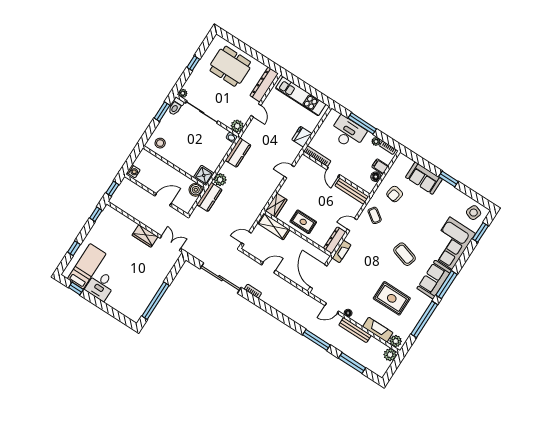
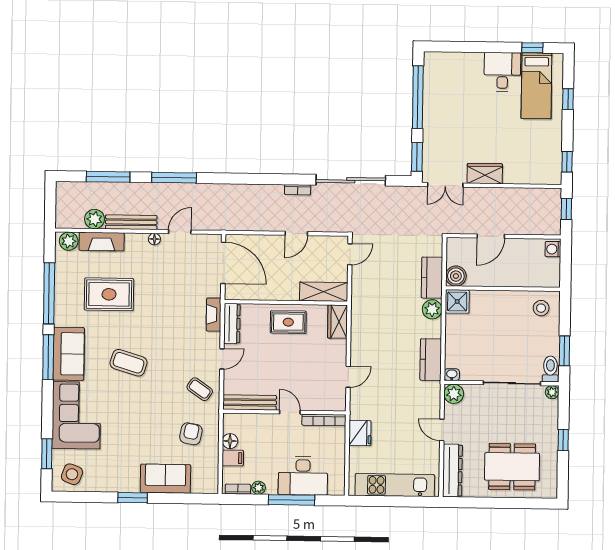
window: (176, 268) -> (417, 157), added
plant: (390, 355) -> (94, 219), moved

